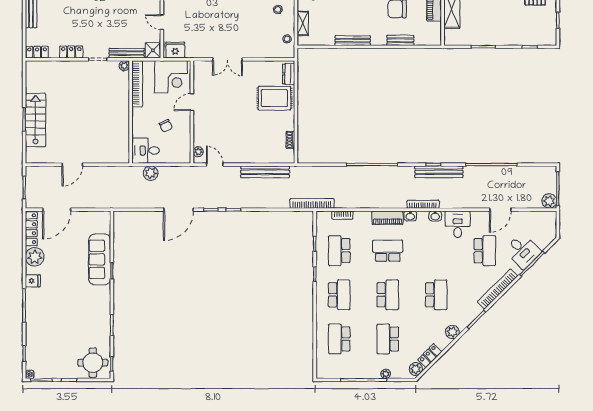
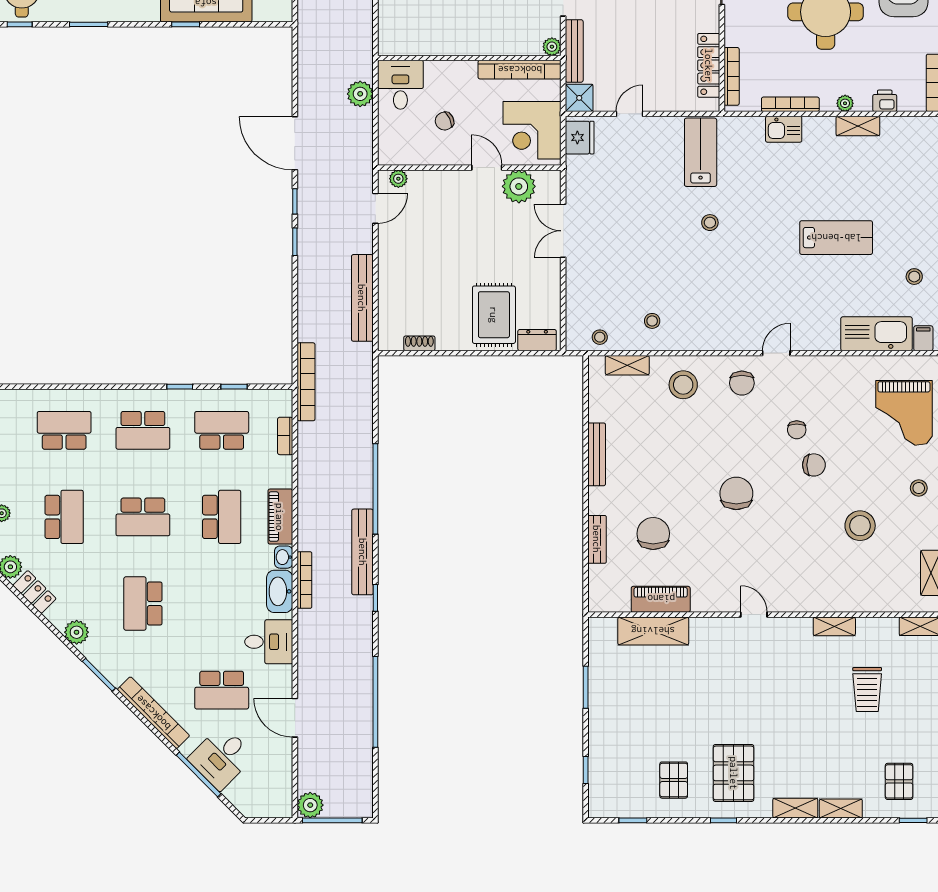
plant: (203, 84) -> (519, 186), added
bench: (439, 172) -> (363, 552), moved
washbasin: (435, 216) -> (280, 591), width x1.91, depth x1.45
school desk: (436, 295) -> (143, 604), turned 90
school desk: (388, 339) -> (64, 517), turned 90

